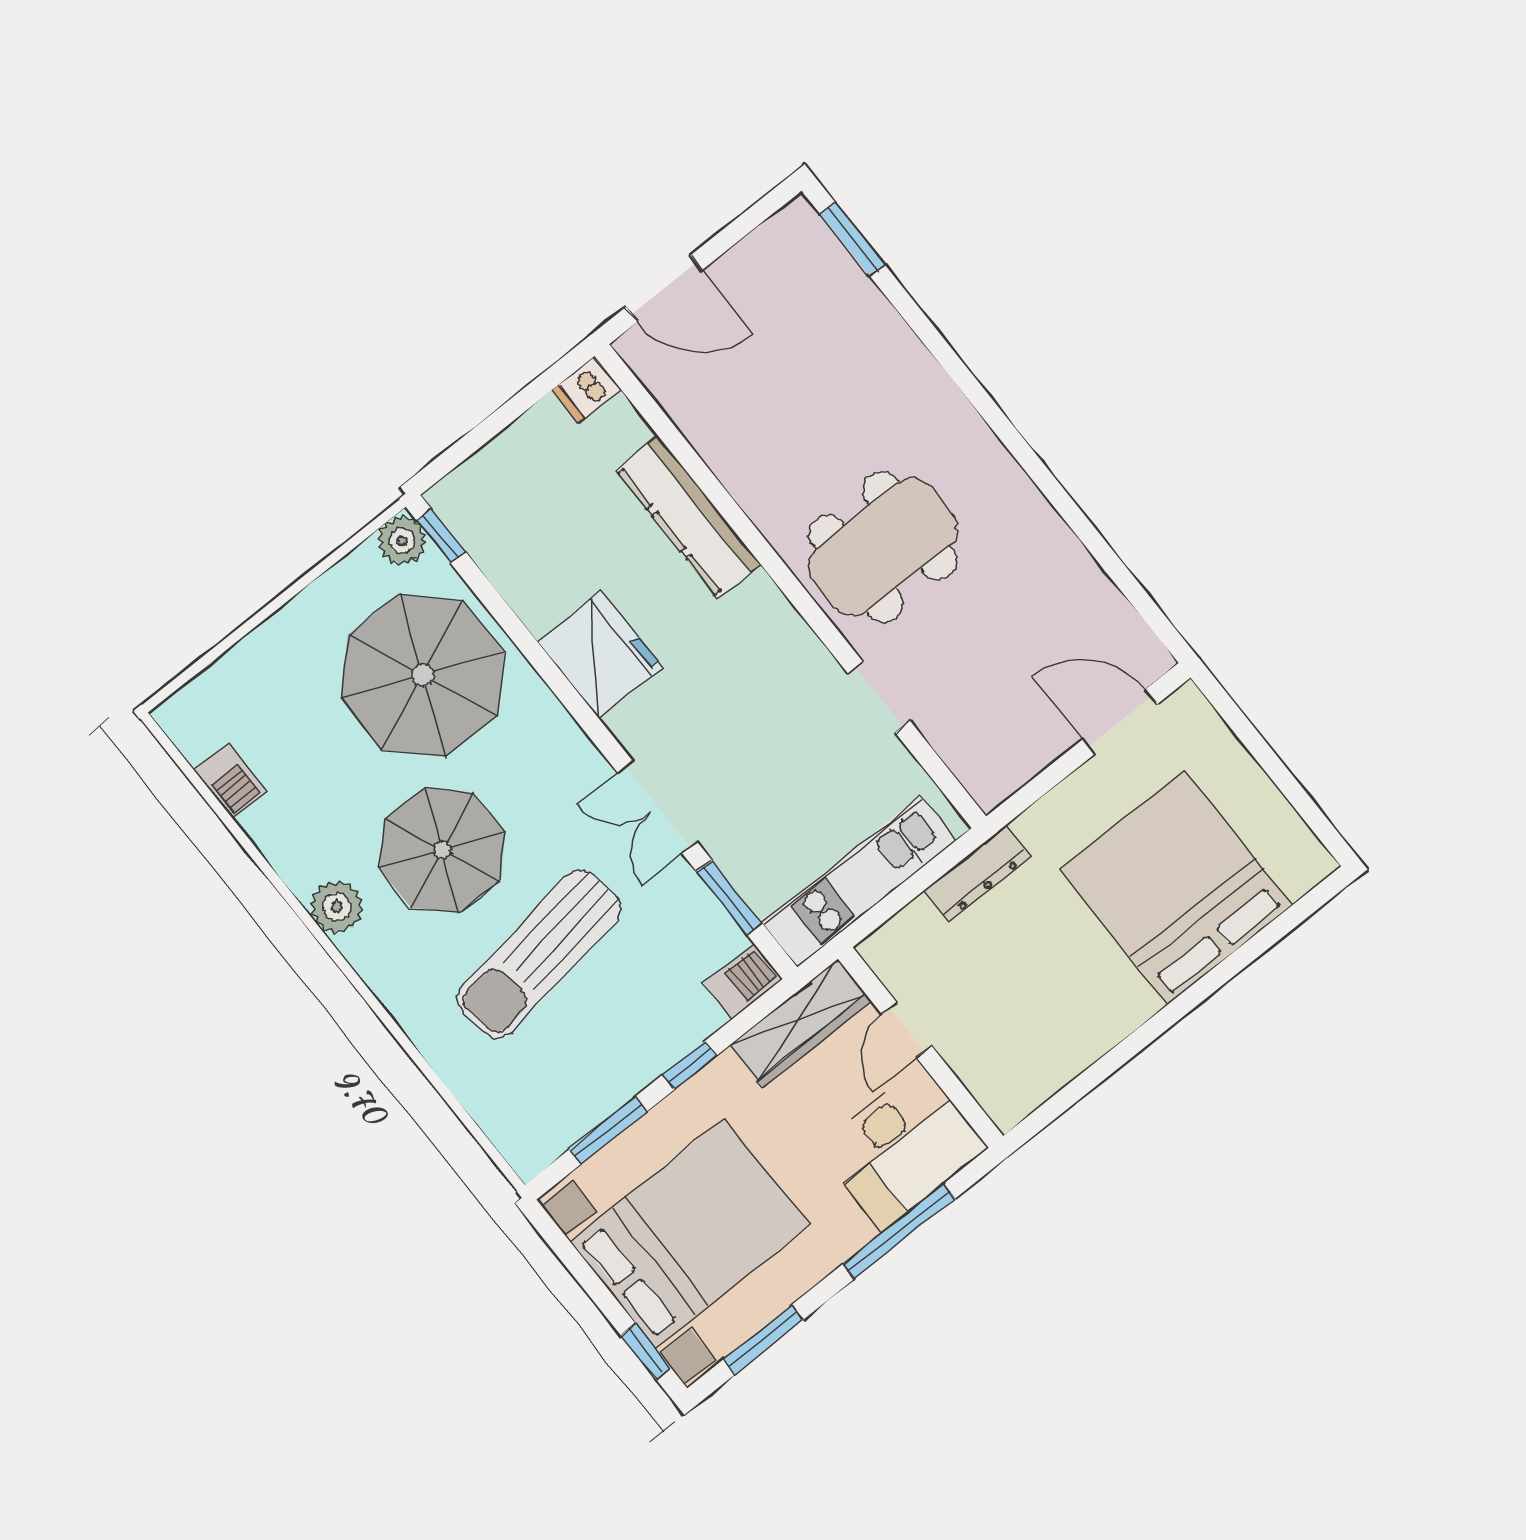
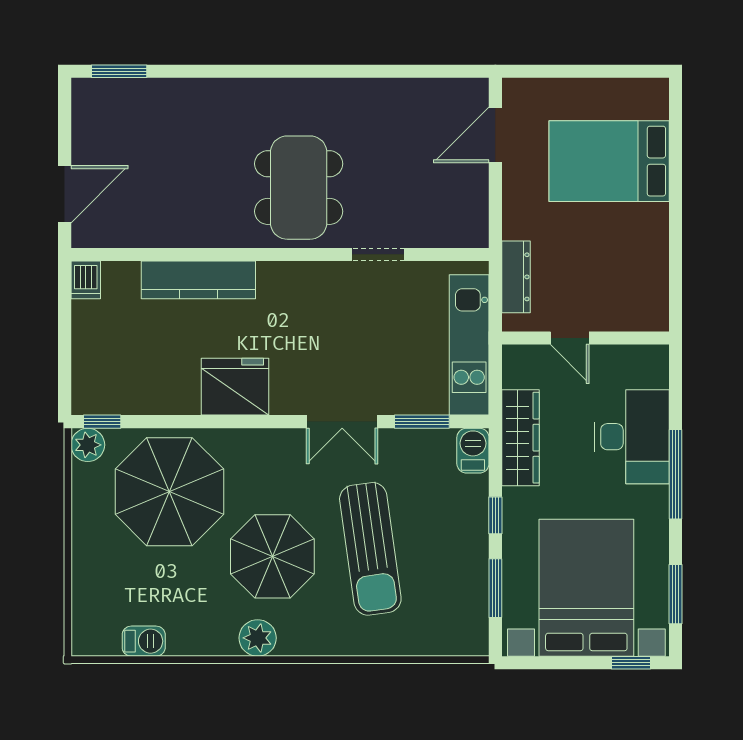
bed: (1176, 887) -> (609, 161), width x0.73
door: (906, 1030) -> (570, 338), moved
wall: (921, 1047) -> (585, 338), moved

